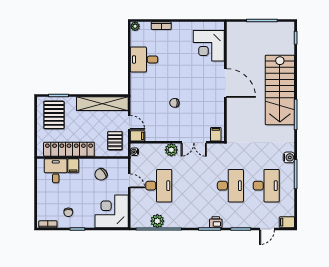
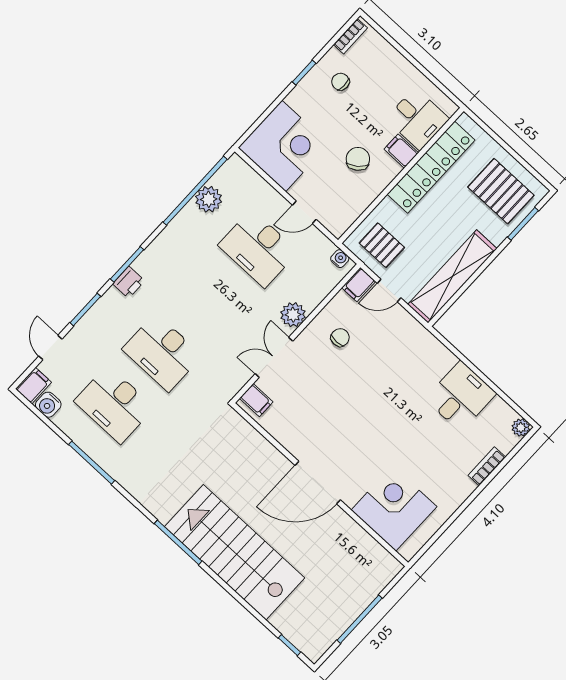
chair: (174, 103) -> (340, 338), moved
water cooler: (289, 157) -> (48, 405), moved
chair: (101, 174) -> (358, 159), moved

